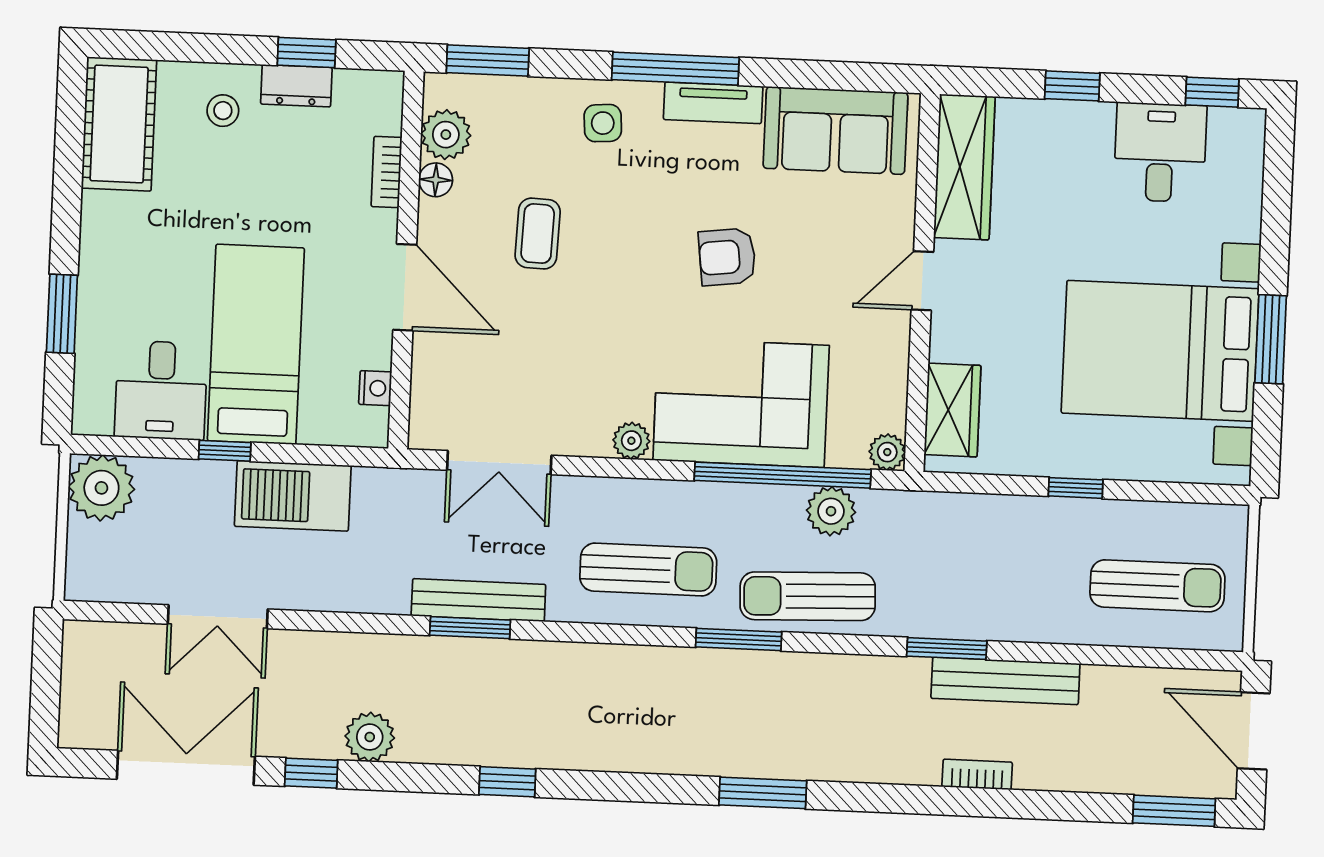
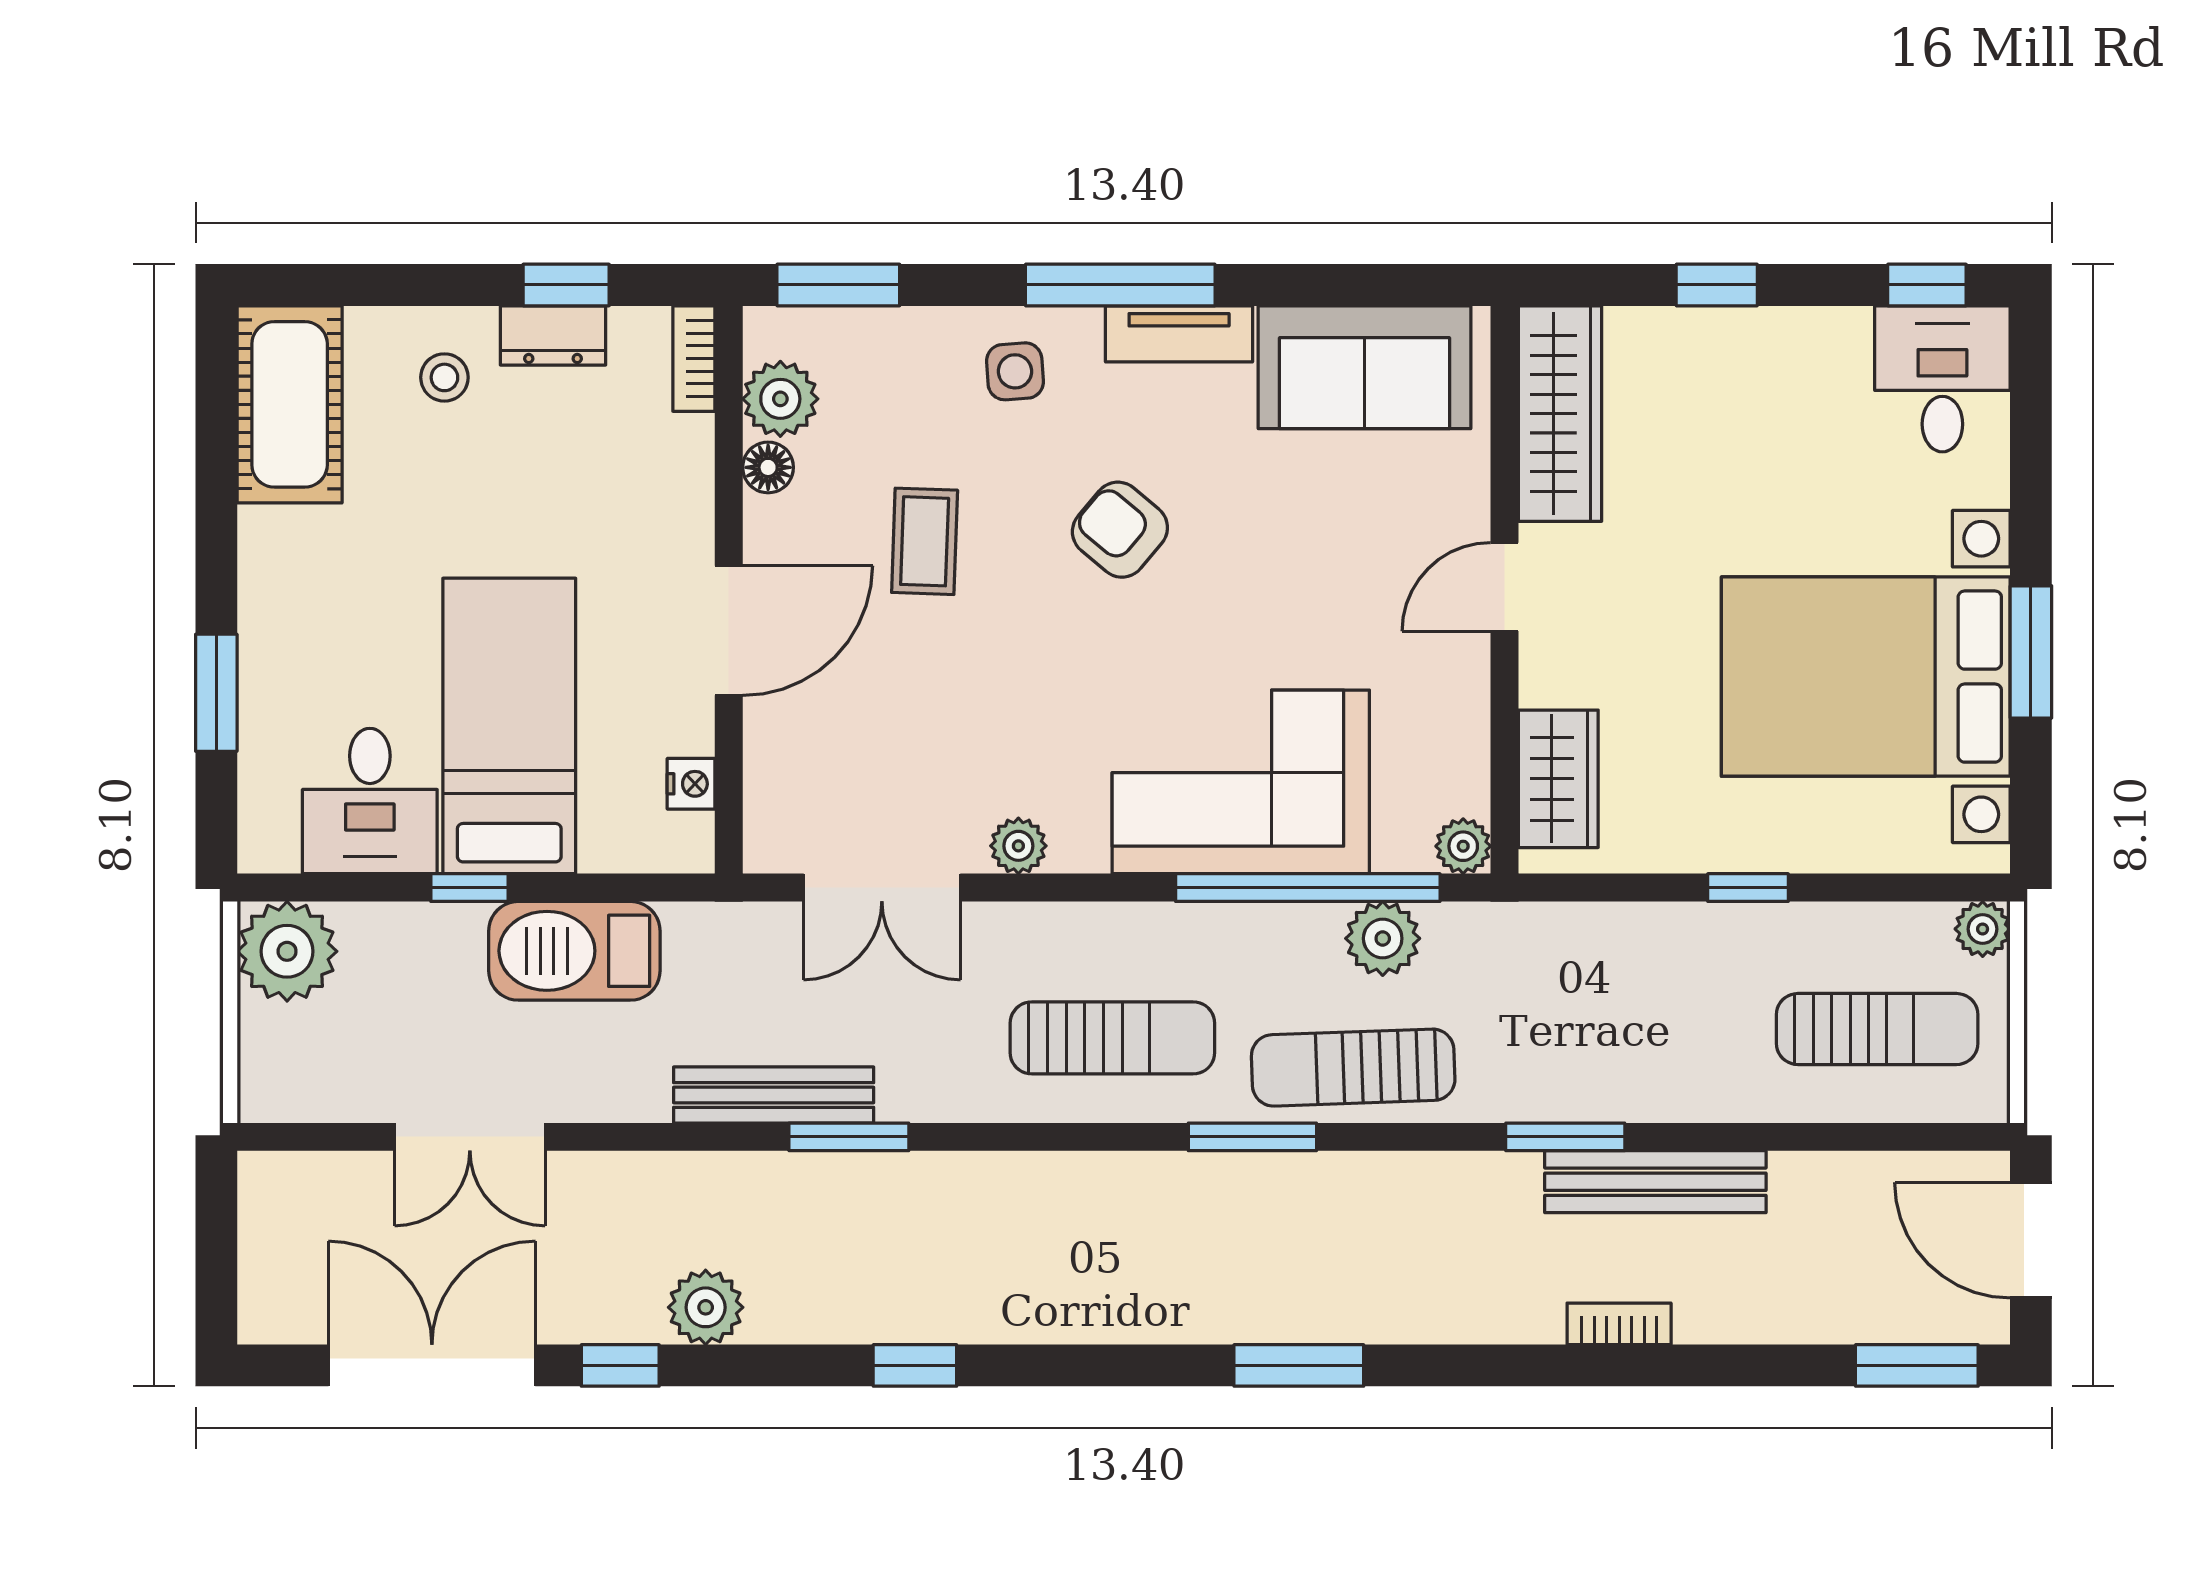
desk: (1160, 152) -> (1942, 379), moved
bookcase: (387, 172) -> (694, 359), moved
armchair: (727, 257) -> (1120, 530), moved, turned 47
door: (405, 287) -> (729, 630), hinge flipped
plant: (631, 441) -> (1018, 846), moved
plant: (1230, 522) -> (1983, 929), added
bench: (478, 600) -> (774, 1095), moved

